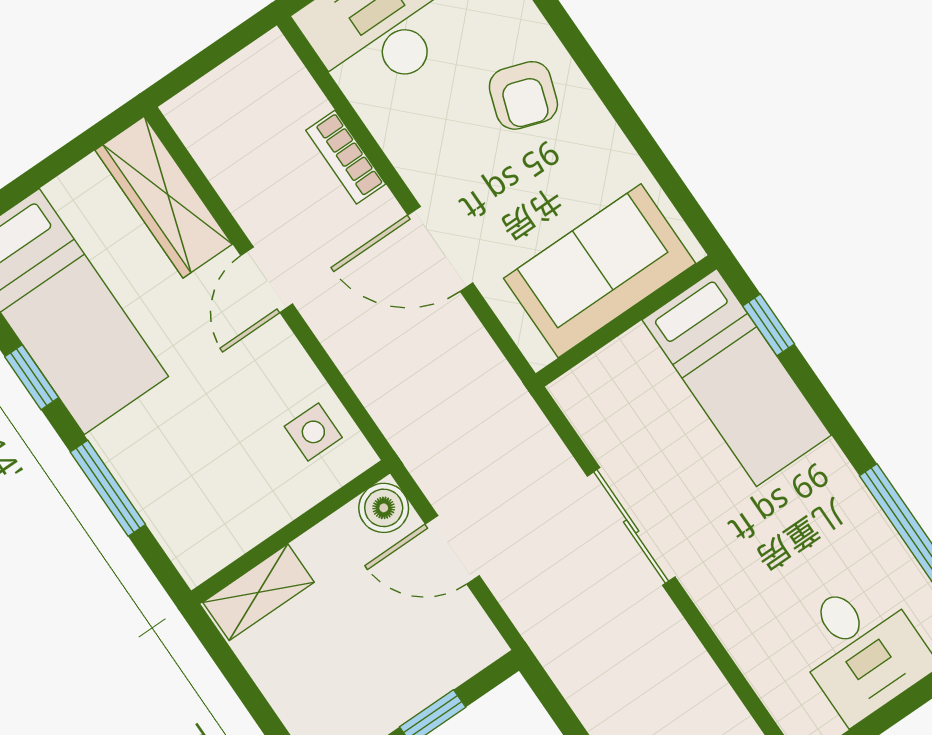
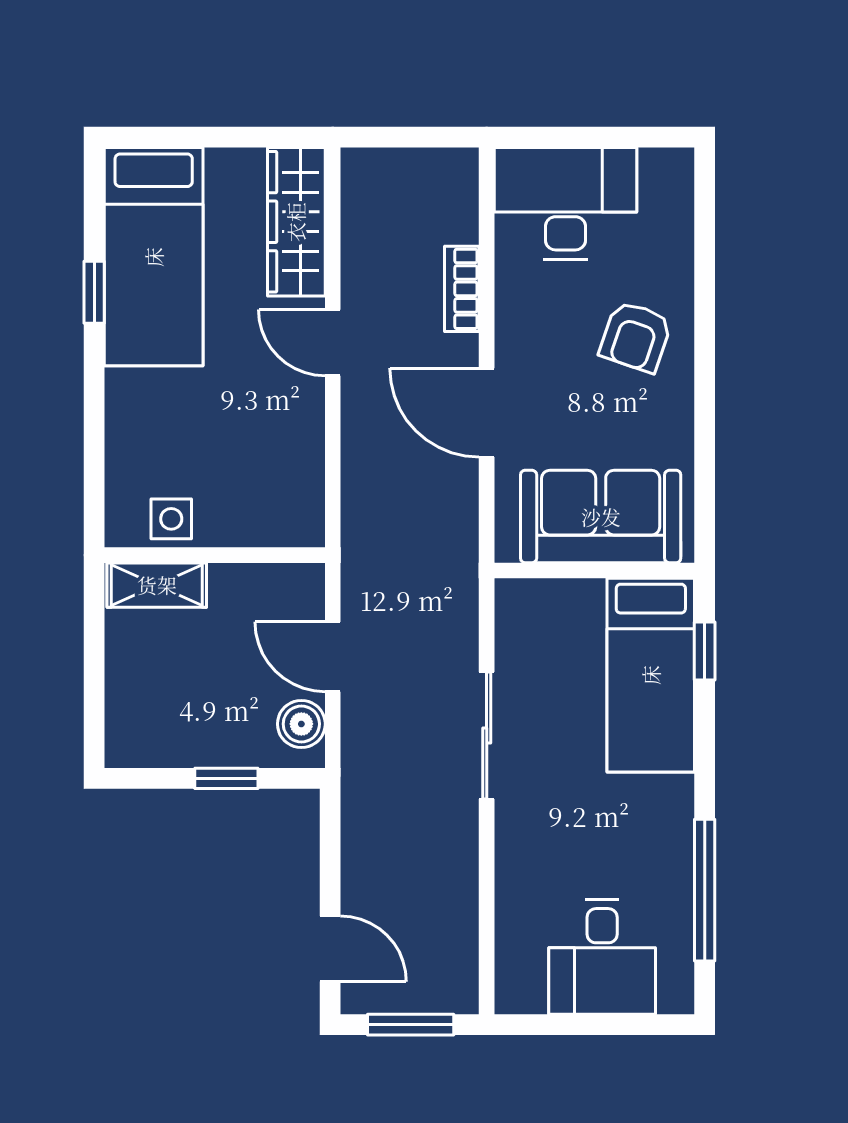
door: (267, 280) -> (333, 343), hinge flipped
side table: (313, 432) -> (171, 519), moved
window: (108, 488) -> (94, 421), removed
boiler: (384, 508) -> (301, 724), moved

